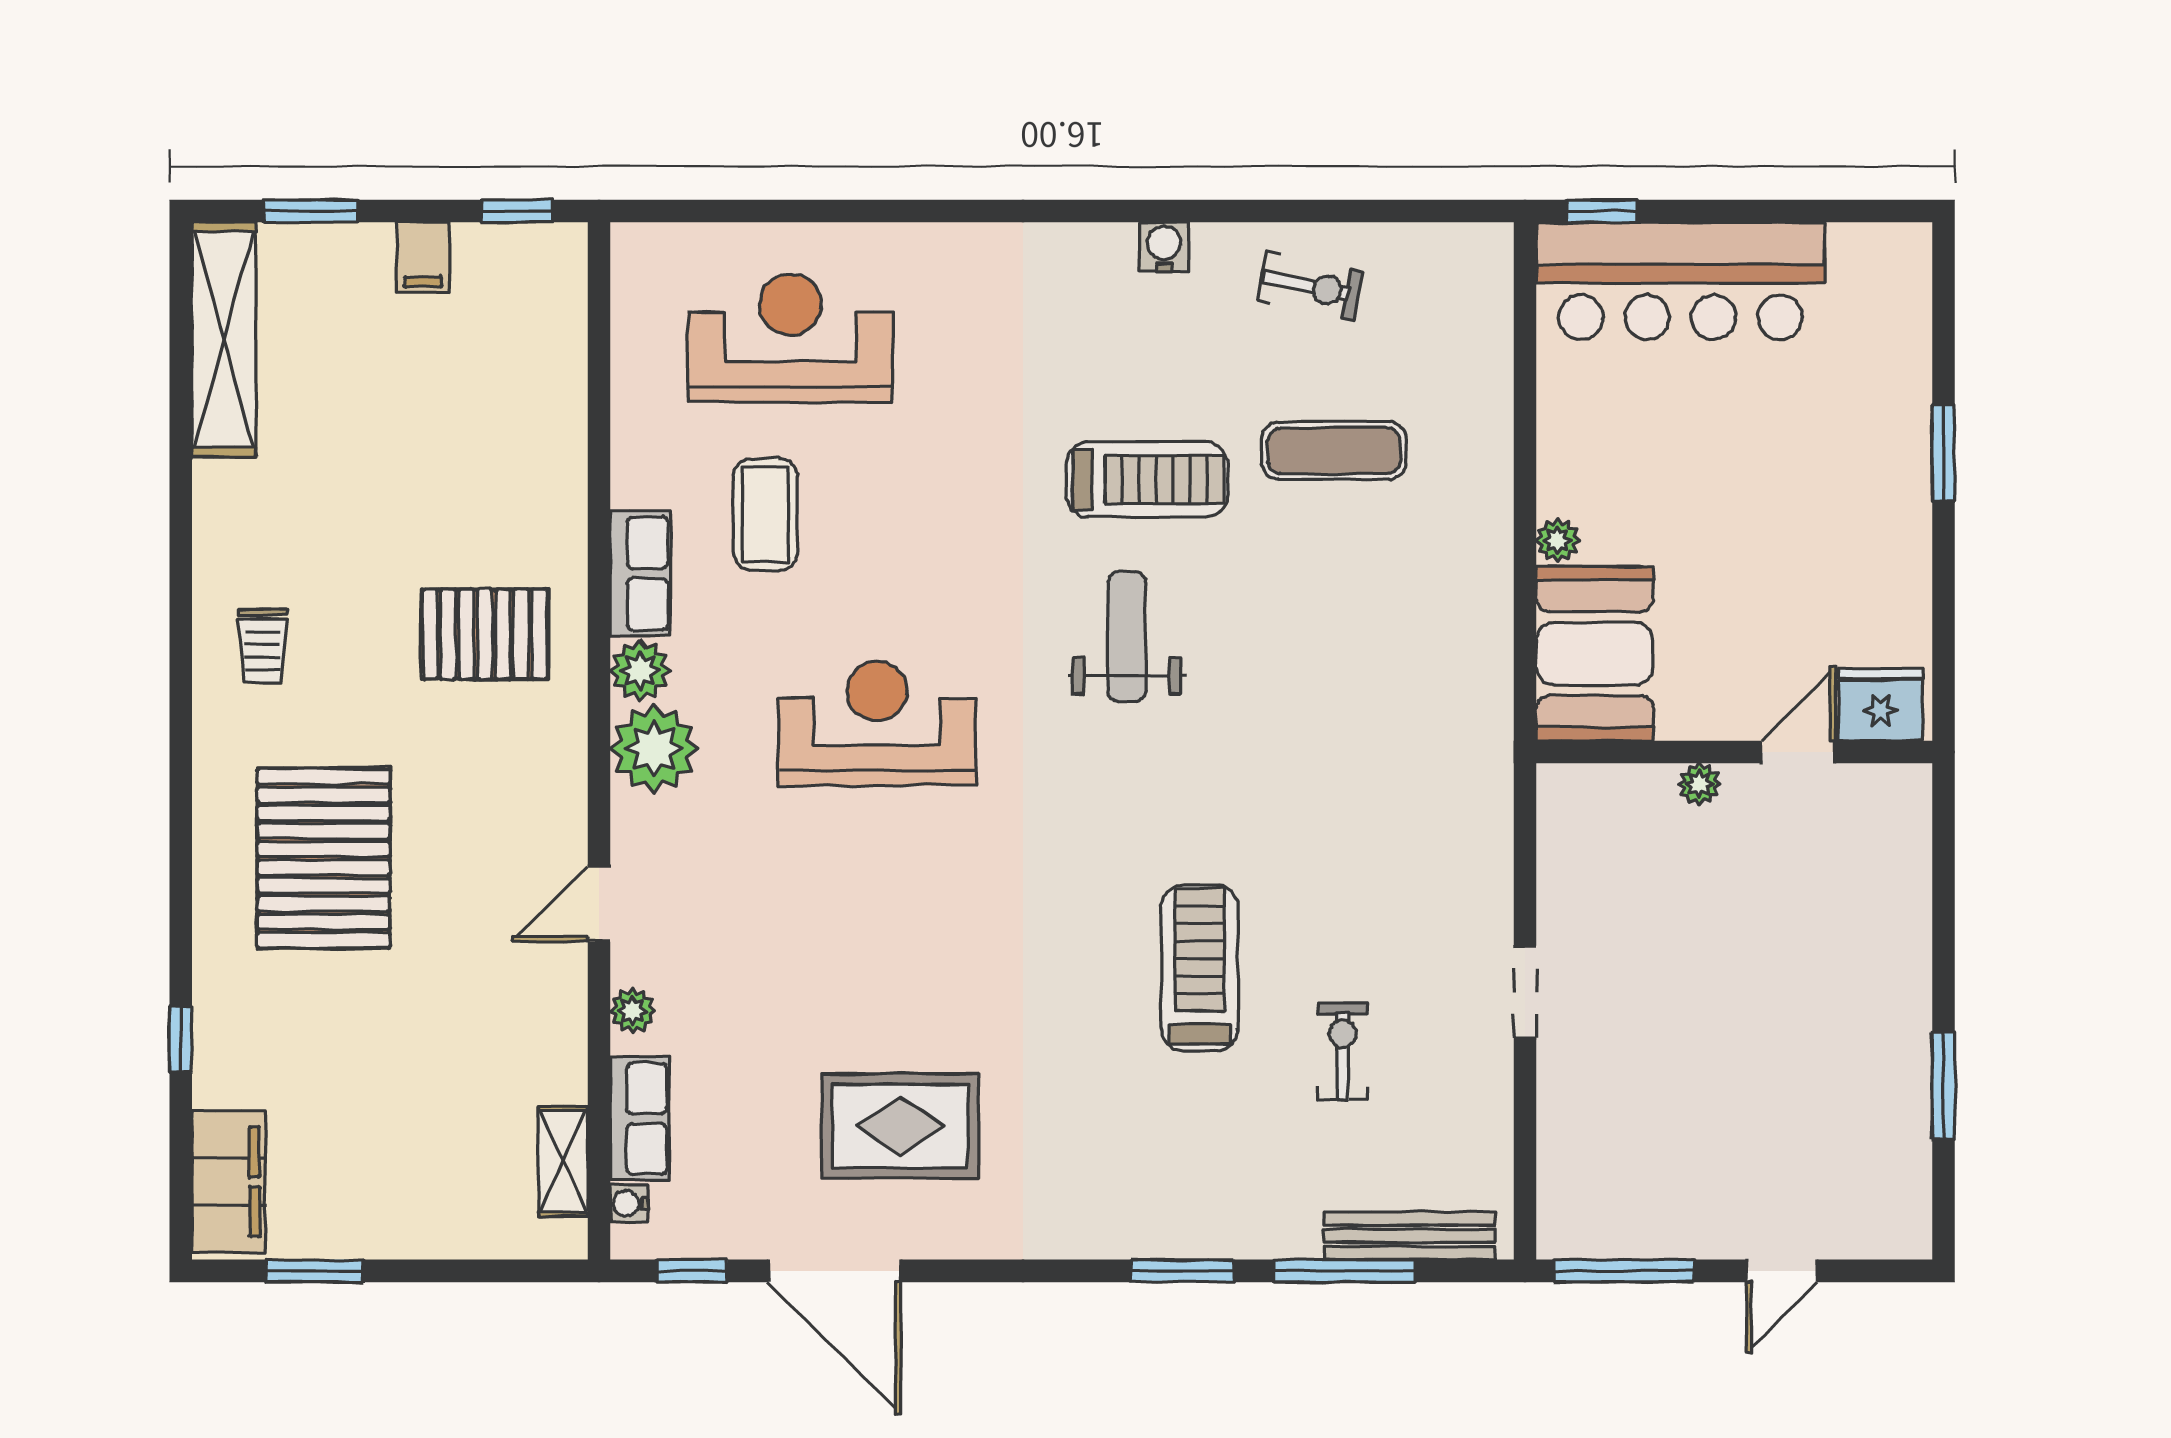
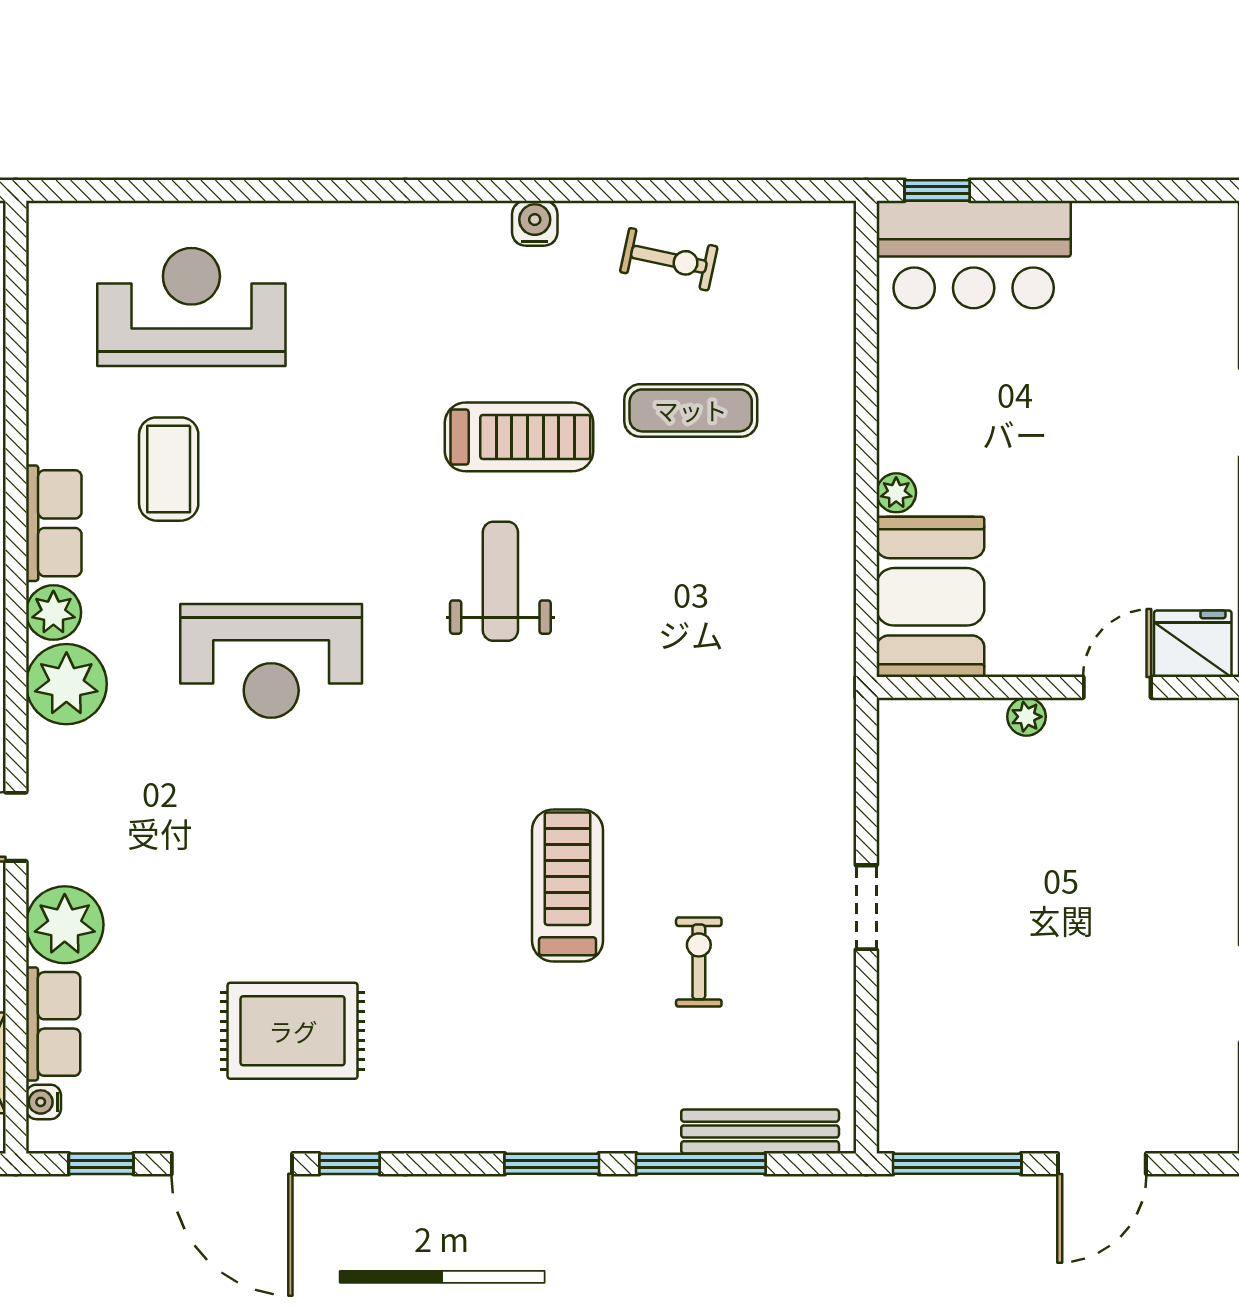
bar counter: (1680, 281) -> (974, 255), width x0.73
reception desk: (877, 723) -> (271, 661), turned 180
plant: (633, 1011) -> (65, 925), width x1.87, depth x1.87
window: (962, 1271) -> (349, 1164), added
door: (1782, 1271) -> (1102, 1164), width x1.38

